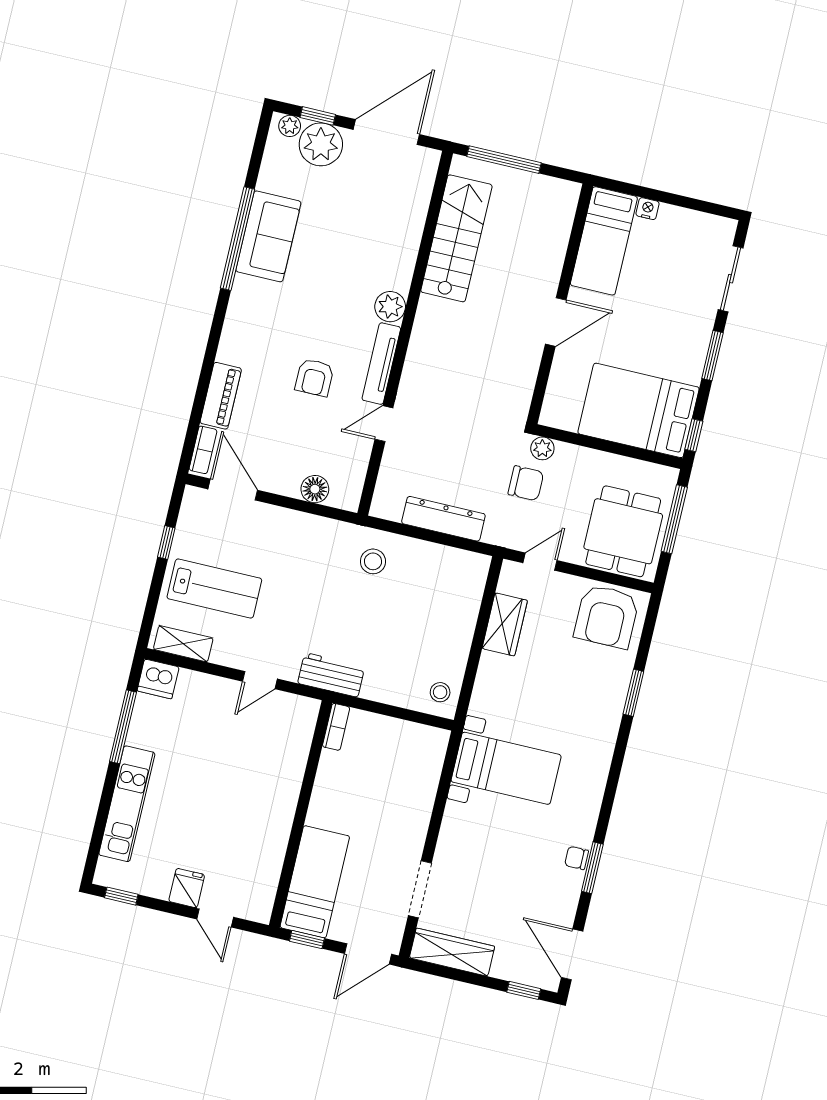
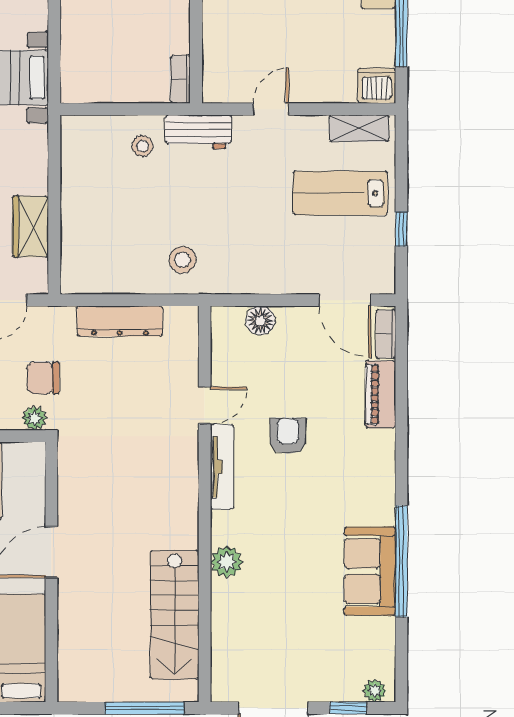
plant: (321, 144) -> (338, 679), removed
plant: (390, 307) -> (227, 562), moved
stool: (440, 692) -> (142, 146), moved

